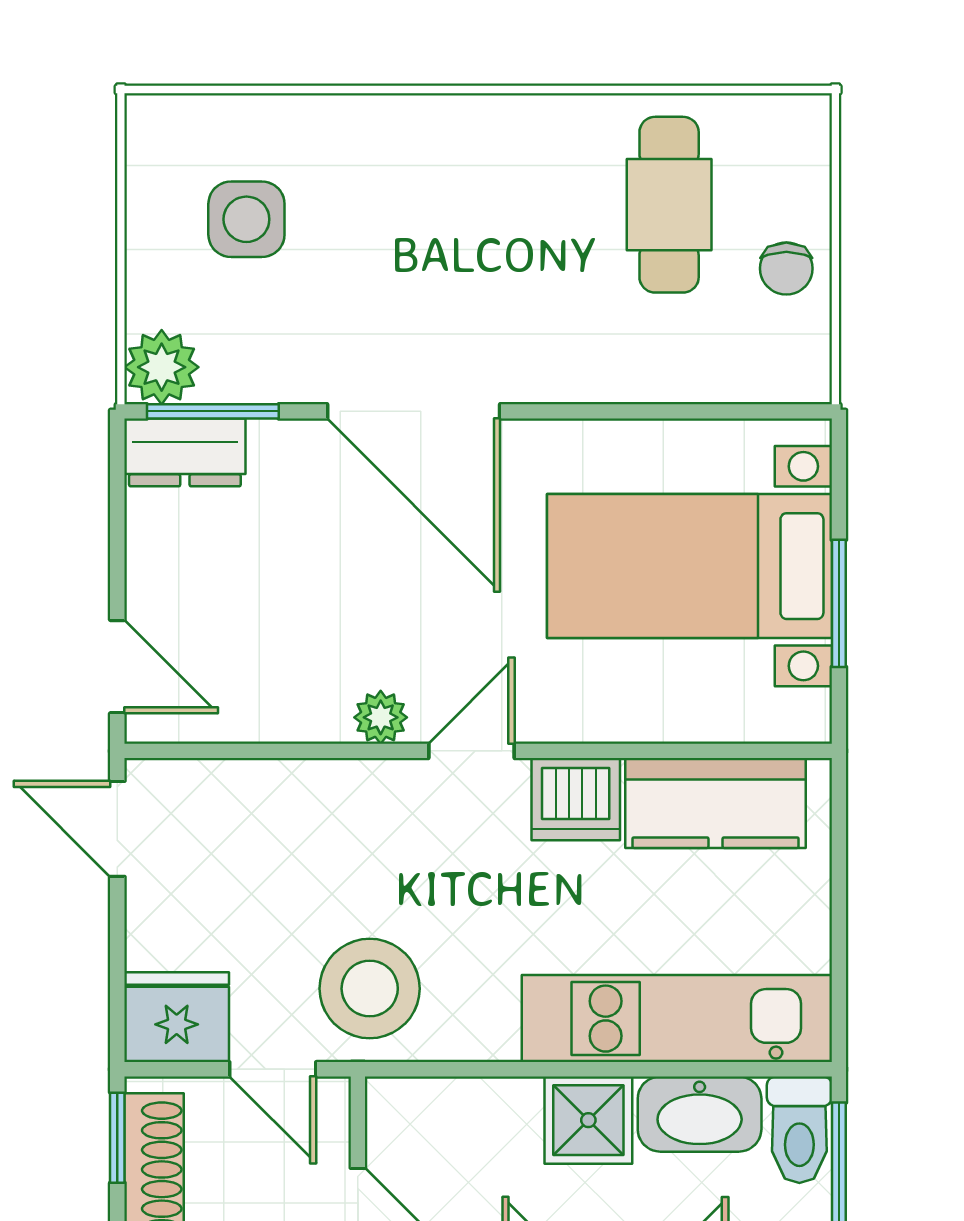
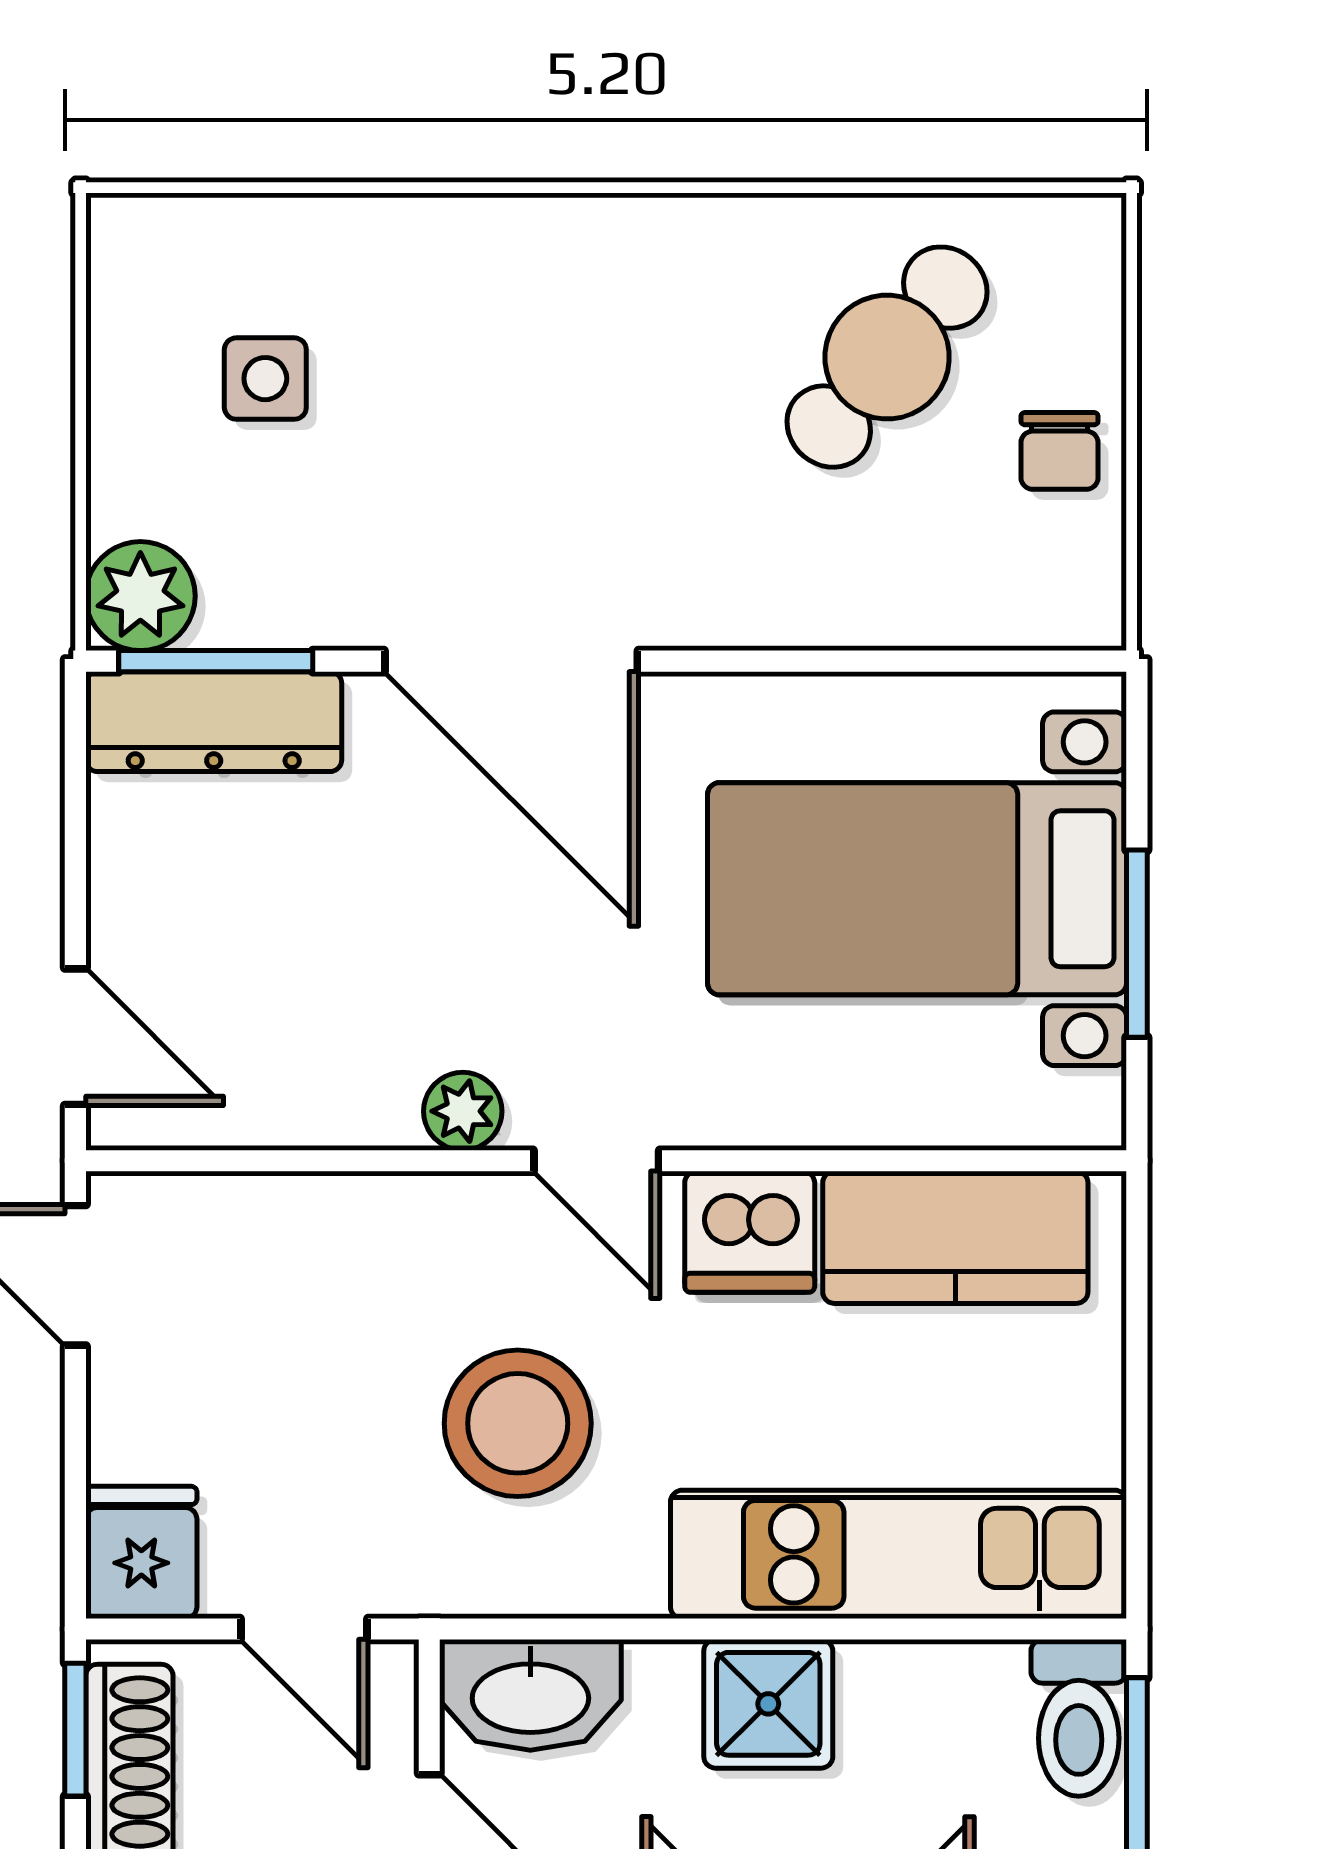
cafe table: (669, 205) -> (887, 357), turned 40
side table: (246, 219) -> (265, 379), width x0.73, depth x0.73
dresser: (185, 452) -> (214, 722), width x1.44
door: (472, 751) -> (596, 1161), swing flipped
stool: (370, 989) -> (518, 1423), moved
fridge: (177, 1017) -> (141, 1552), width x0.72
washbasin: (700, 1114) -> (530, 1695), moved

